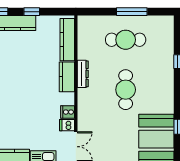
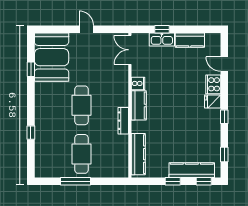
cafe table: (126, 40) -> (81, 154), turned 90
kitchen counter: (67, 77) -> (139, 105), moved
dishwasher: (67, 125) -> (139, 71), removed

